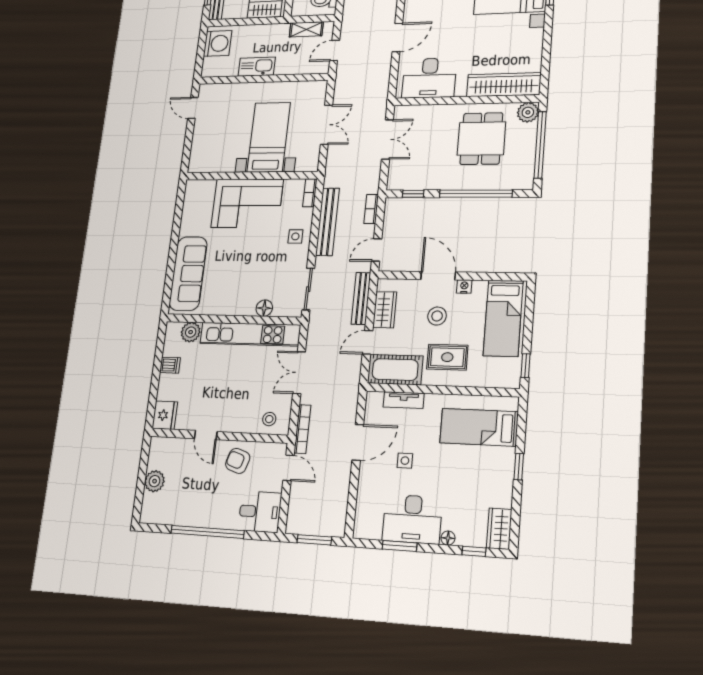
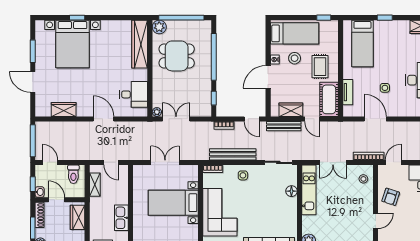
desk: (429, 78) -> (134, 94), width x0.73
plant: (400, 112) -> (157, 112), added
stool: (437, 316) -> (295, 58), moved
kitchen unit: (250, 334) -> (309, 190), width x0.73

